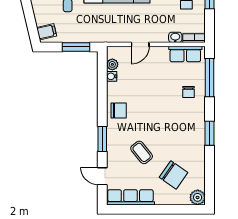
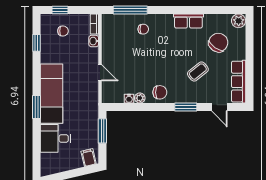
row of seats: (185, 54) -> (188, 21), moved, turned 90
plant: (112, 64) -> (140, 98), moved
chair: (119, 110) -> (160, 92), turned 90
window: (210, 133) -> (181, 10), removed
door: (102, 176) -> (219, 107), hinge flipped

